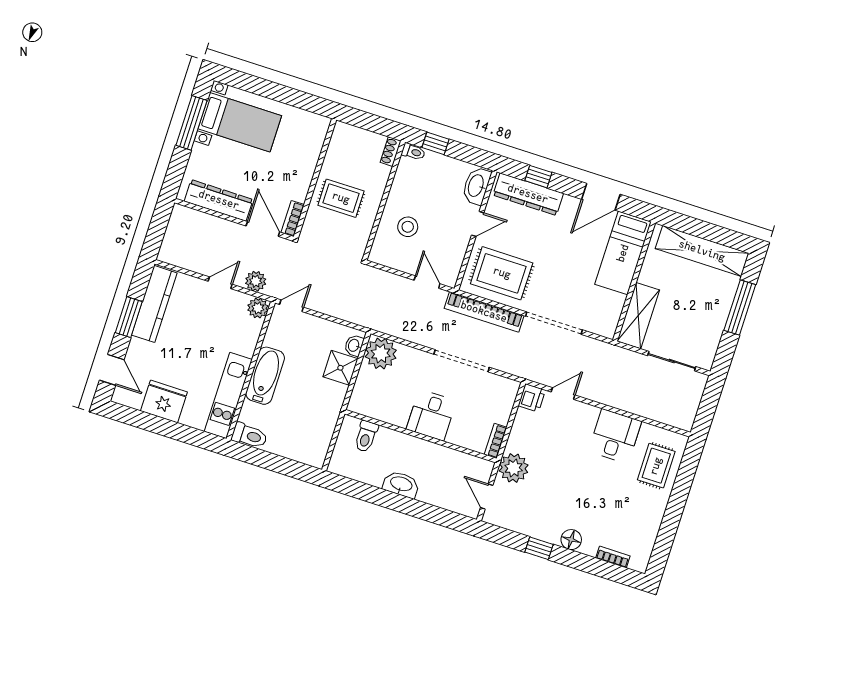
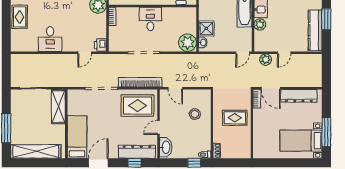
plant: (258, 308) -> (260, 24), moved
rug: (656, 466) -> (20, 17), moved

